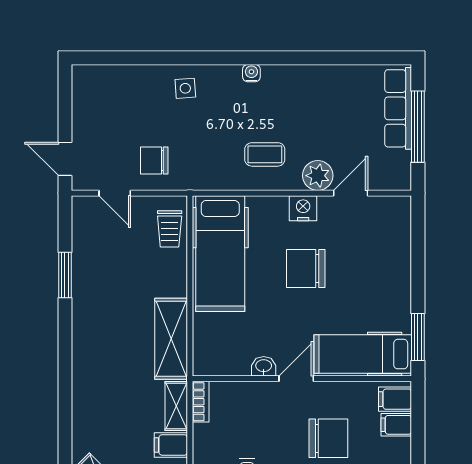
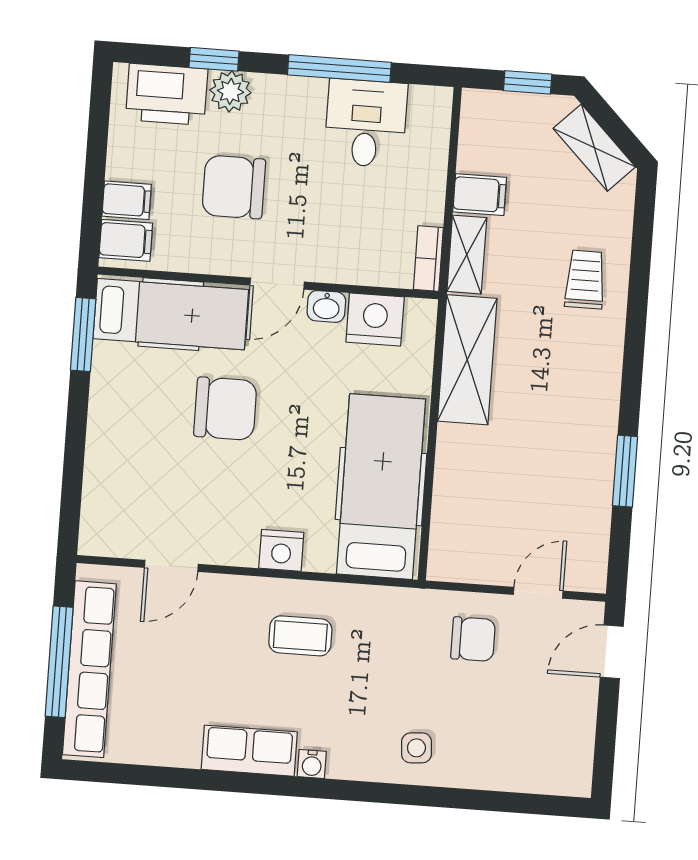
row of seats: (292, 79) -> (249, 751), added
row of seats: (398, 108) -> (89, 669), width x1.36
door: (65, 159) -> (612, 652), swing flipped
plant: (318, 176) -> (220, 597), removed
door: (115, 193) -> (538, 593), hinge flipped
nightstand: (303, 208) -> (281, 550), moved
trolley: (170, 229) -> (585, 280), moved
chair: (306, 269) -> (225, 409), moved
nightstand: (232, 360) -> (375, 319), added

